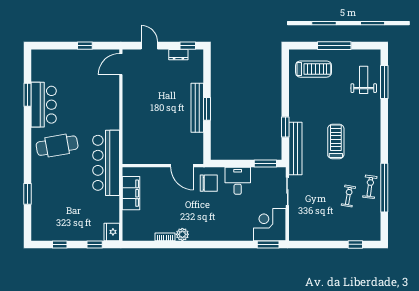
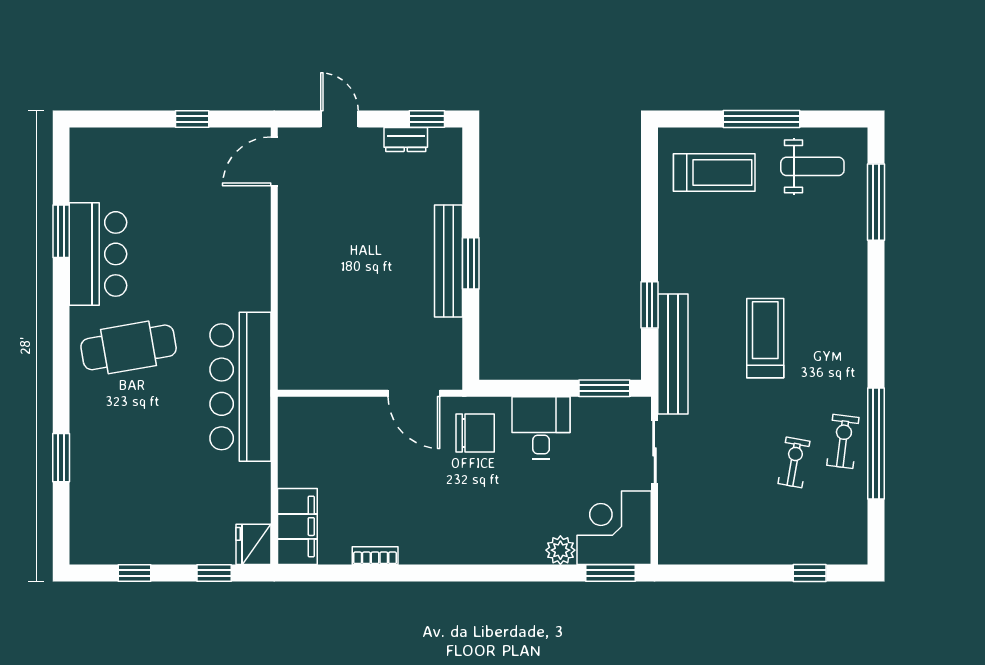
weight bench: (364, 80) -> (812, 166), moved, turned 90
filing cabinet: (131, 193) -> (297, 527), moved
plant: (182, 234) -> (560, 550), moved

